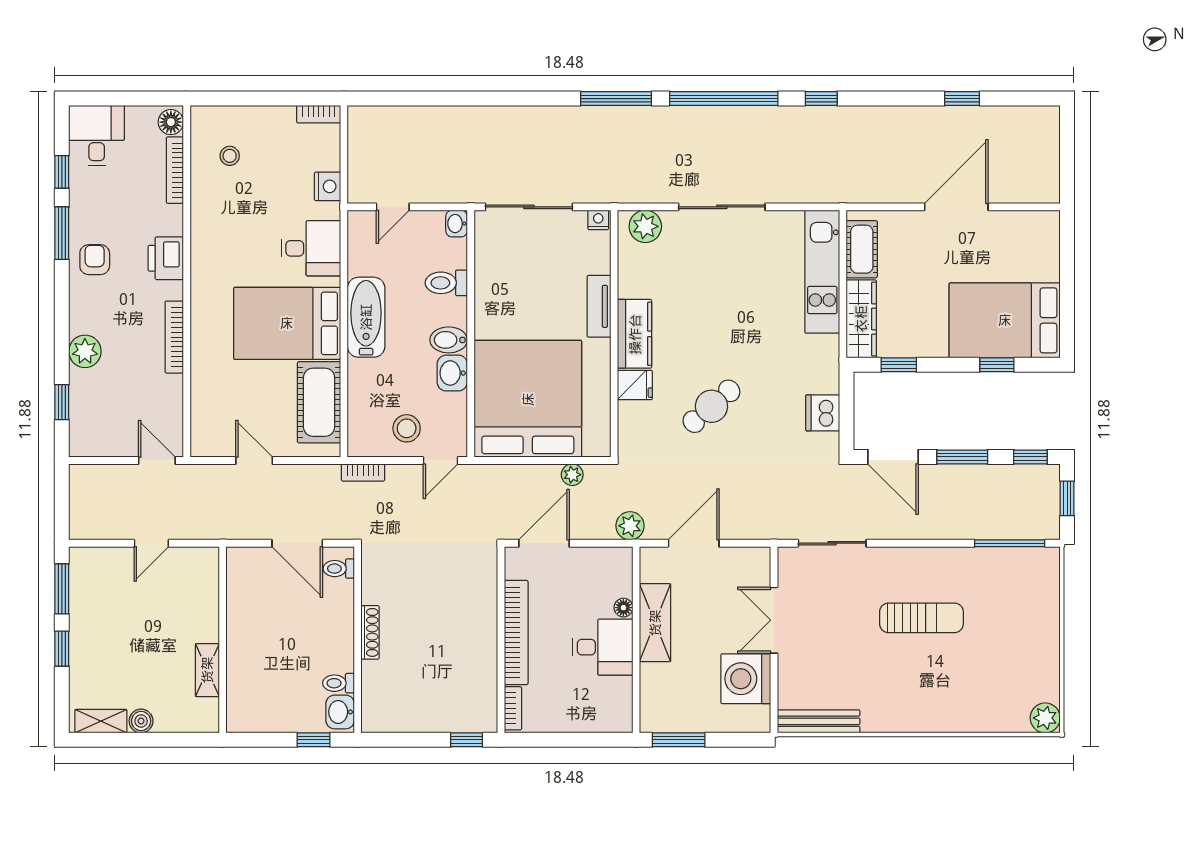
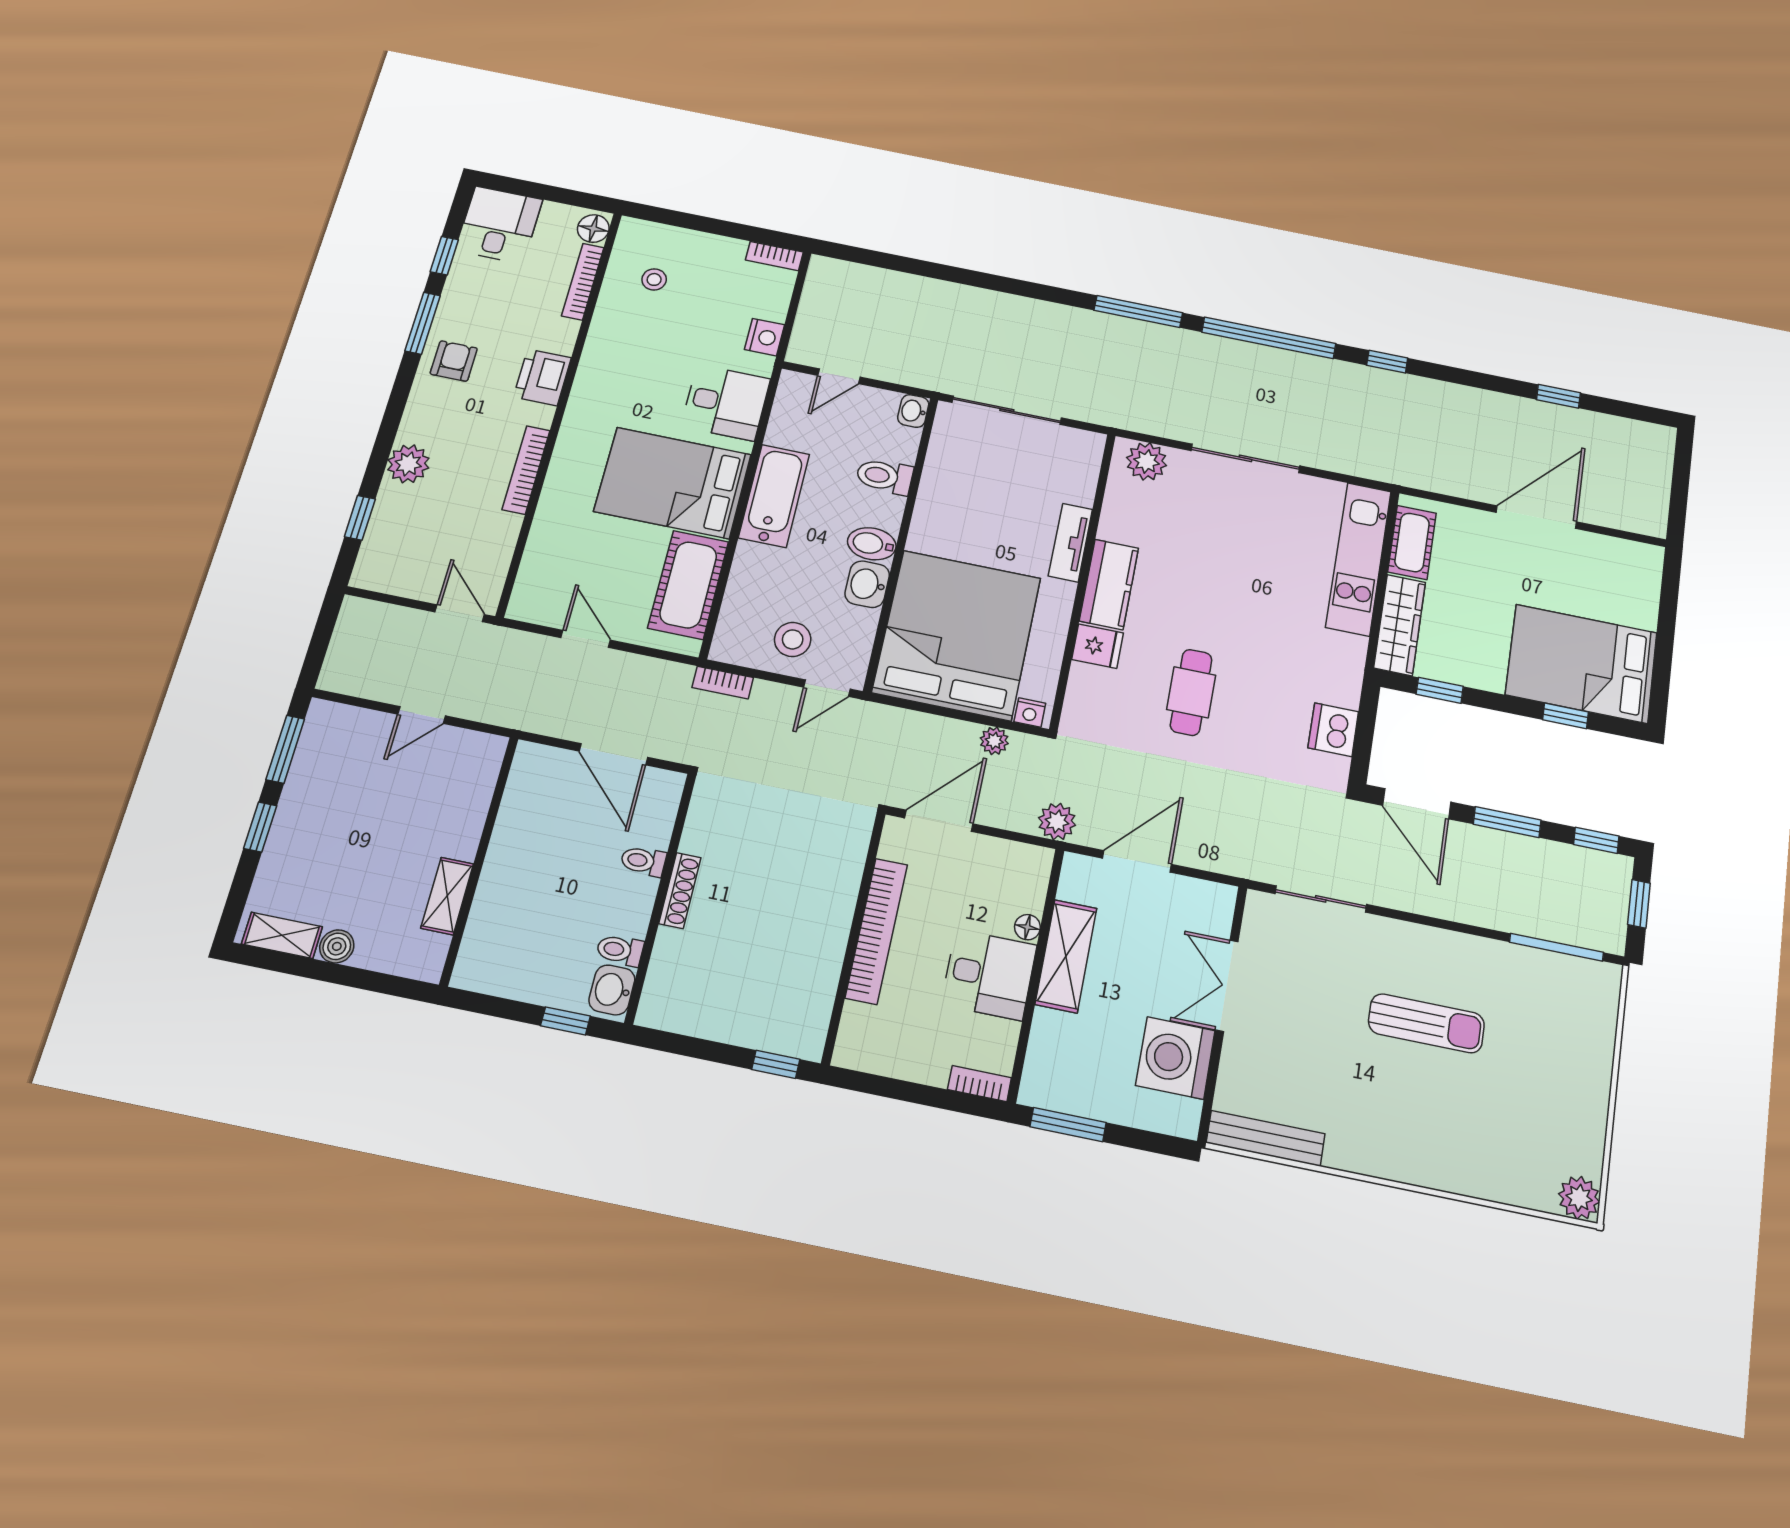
nightstand: (598, 220) -> (1030, 712), moved, turned 180
cafe table: (711, 406) -> (1191, 692), turned -49
toilet: (339, 569) -> (643, 861), moved
bookcase: (513, 708) -> (980, 1084), moved, turned -90

